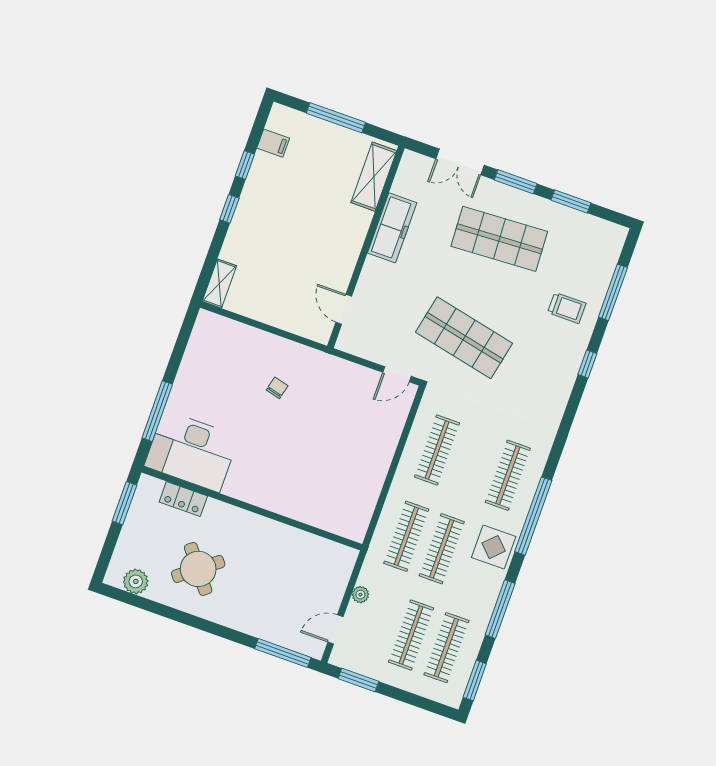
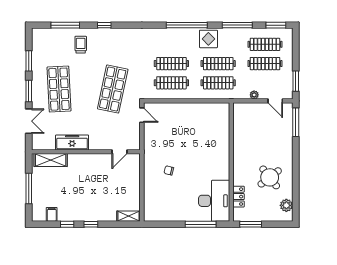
clothes rail: (508, 475) -> (171, 64), moved

